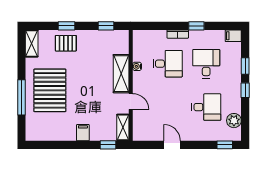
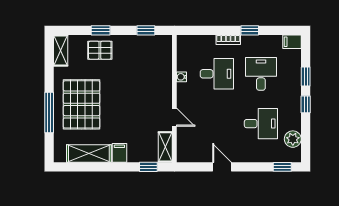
shelving: (121, 74) -> (89, 154), moved, turned 90

